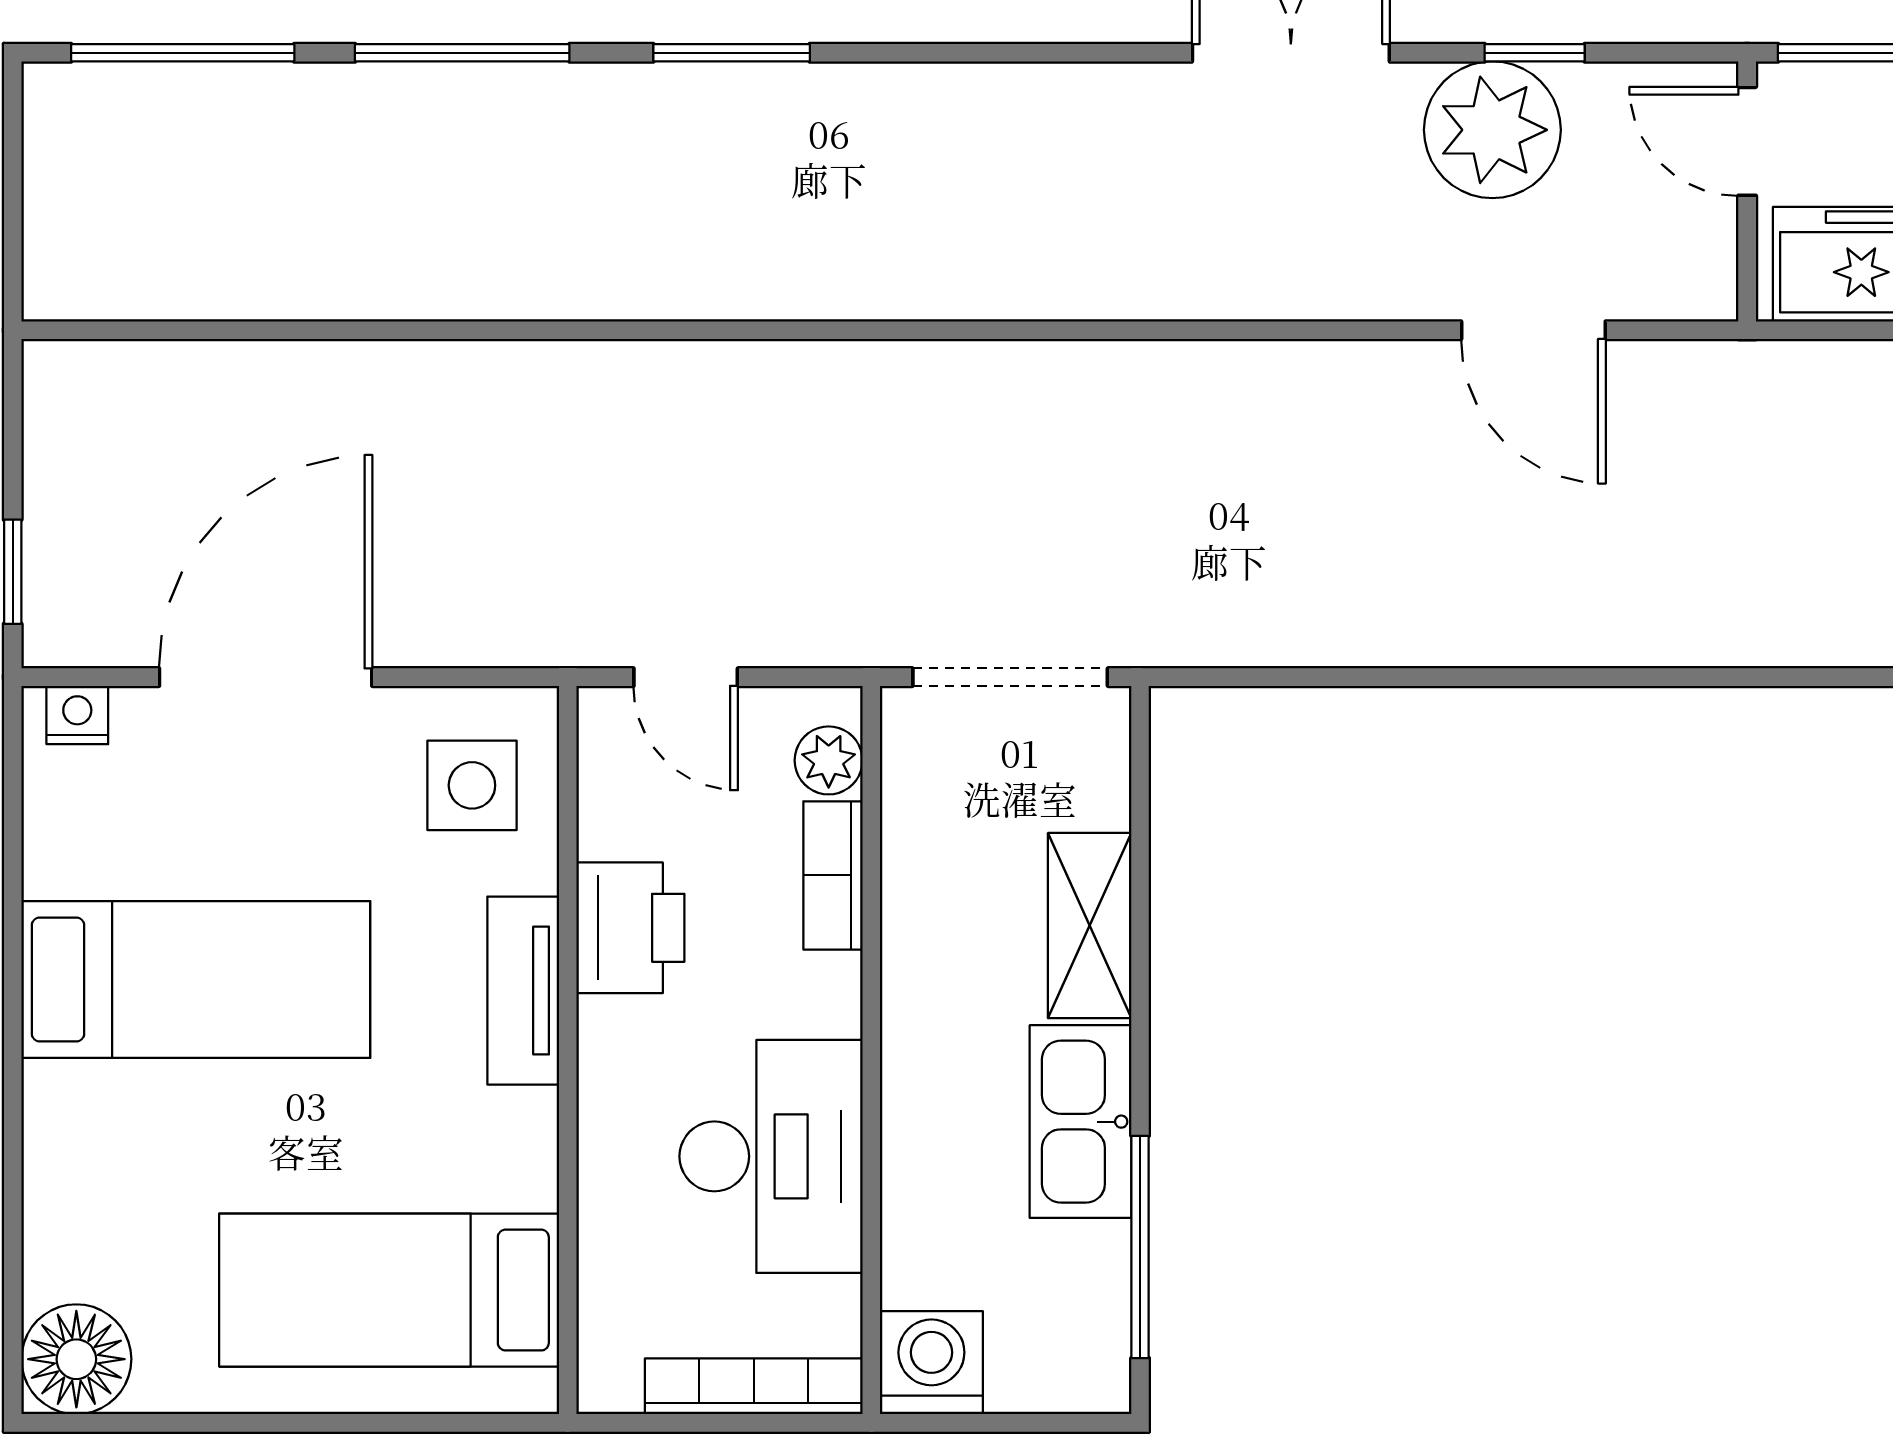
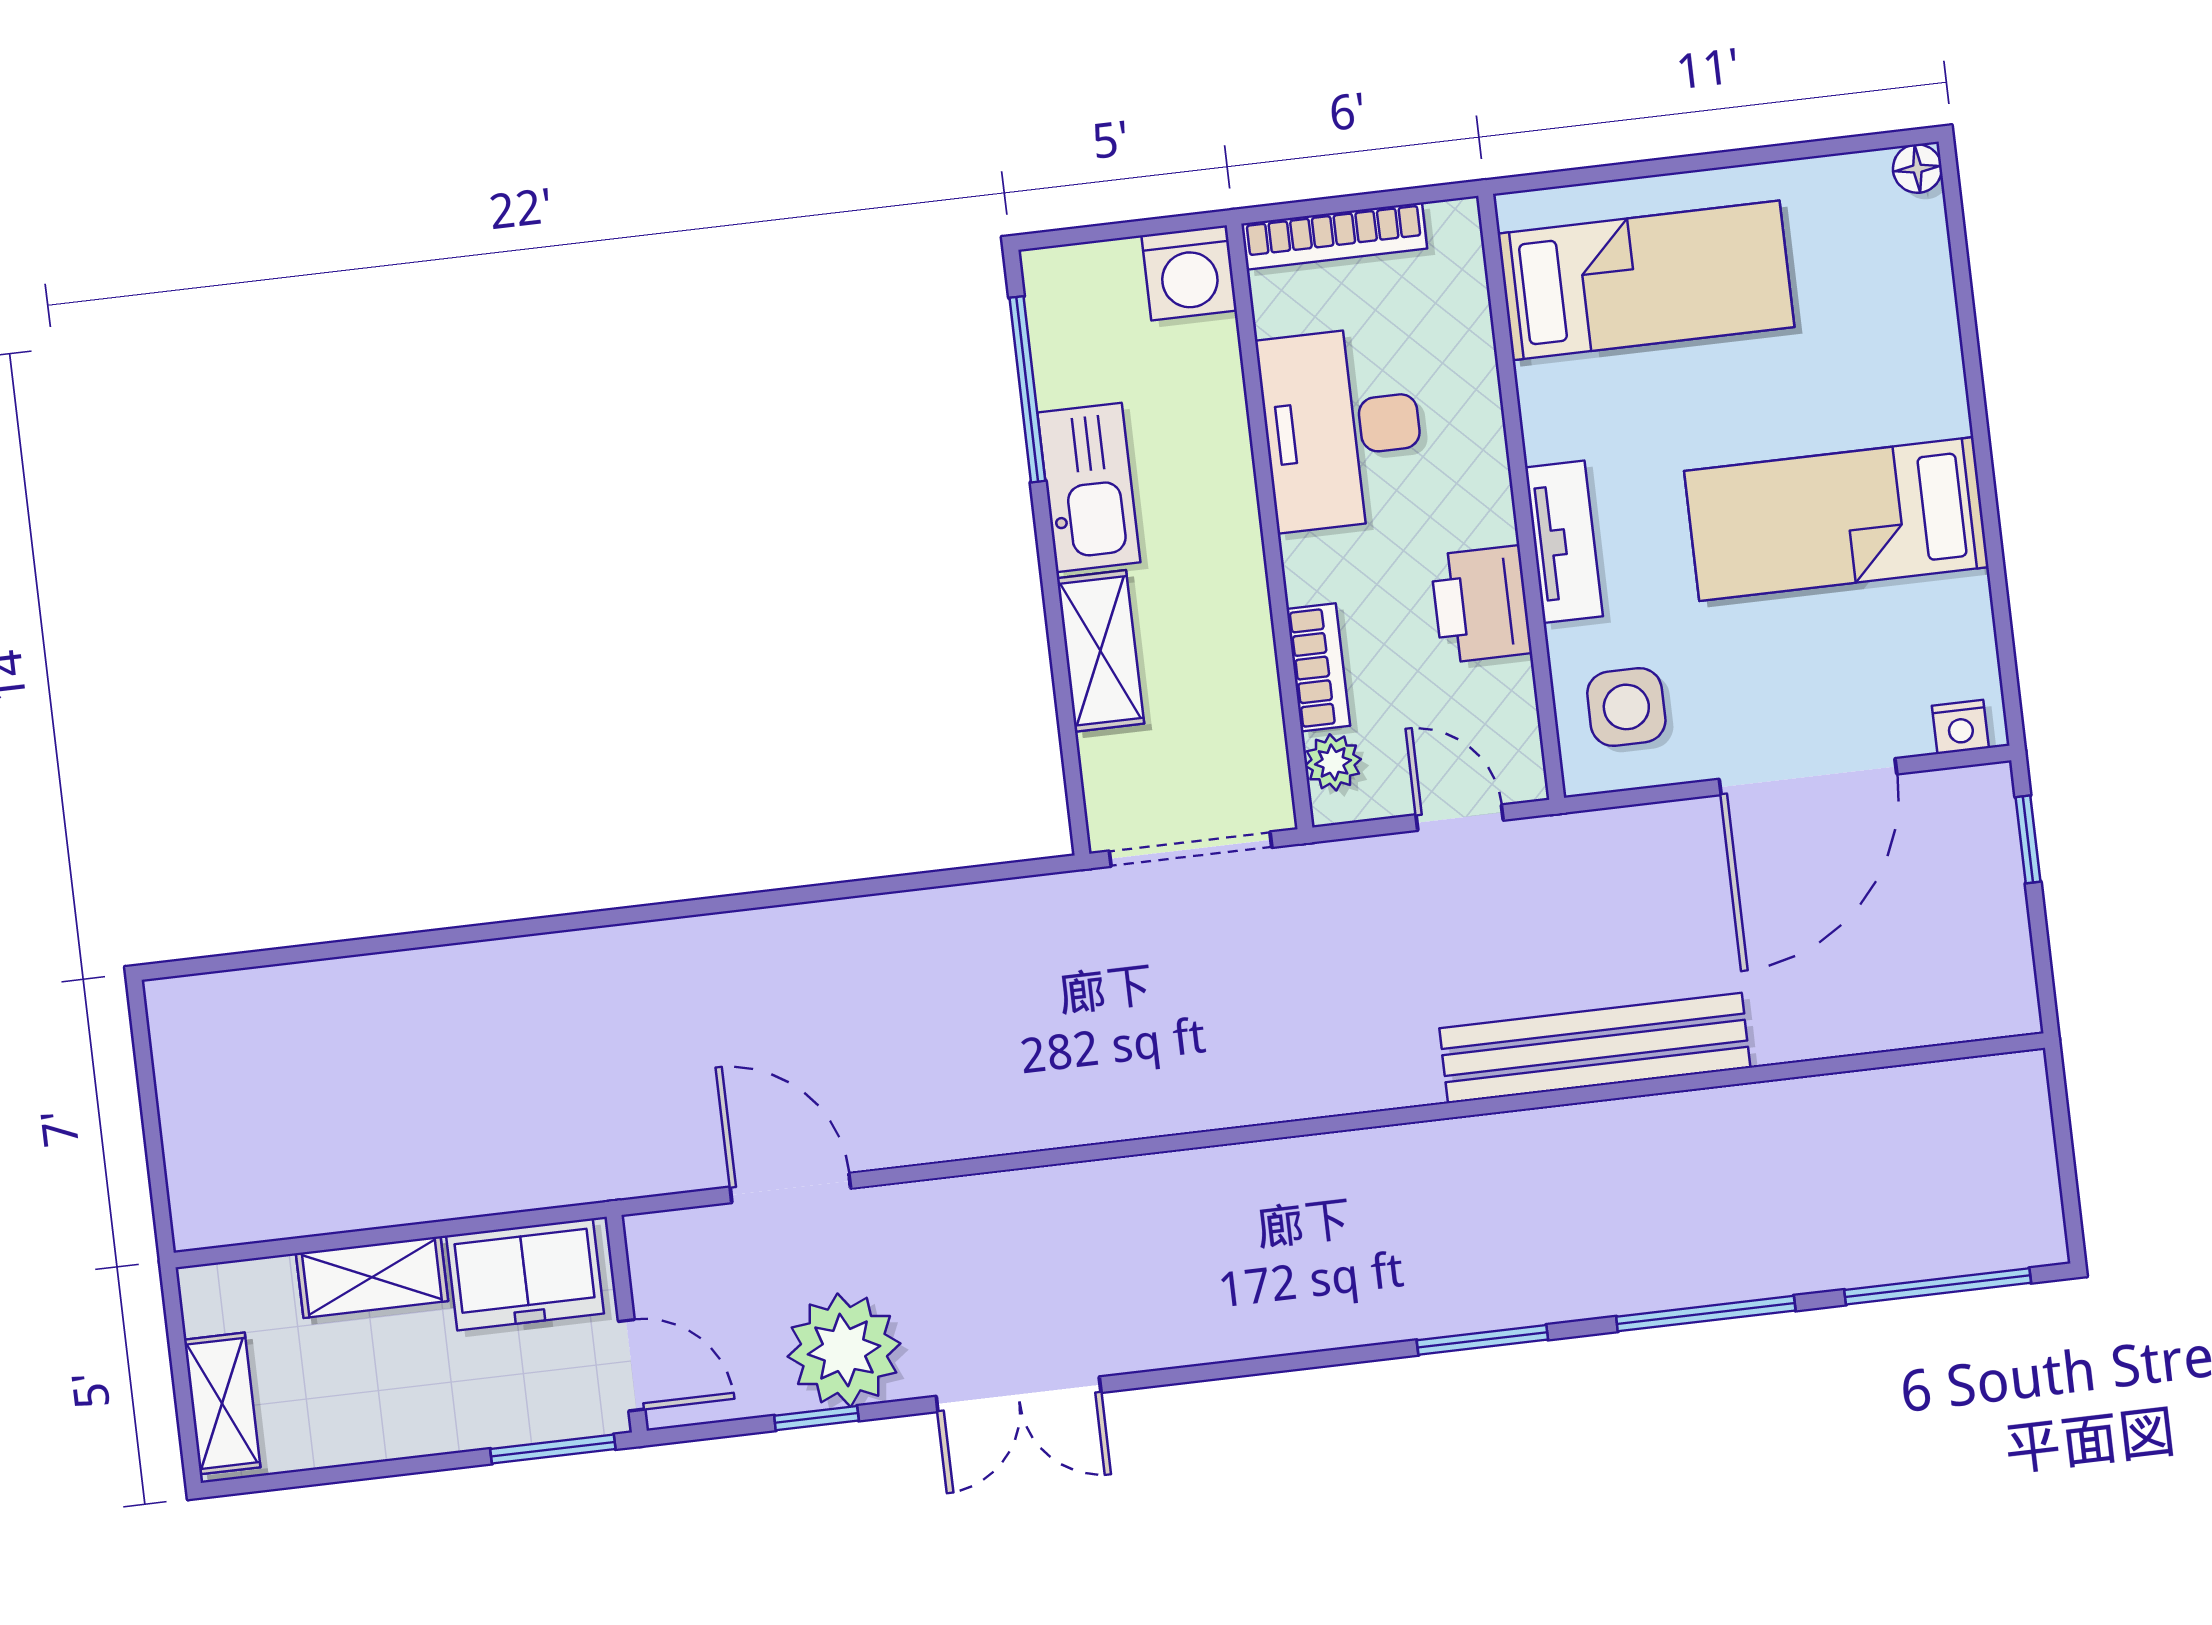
bench: (557, 384) -> (1595, 1048), added
floor lamp: (76, 1359) -> (1917, 169), width x0.53, depth x0.53

